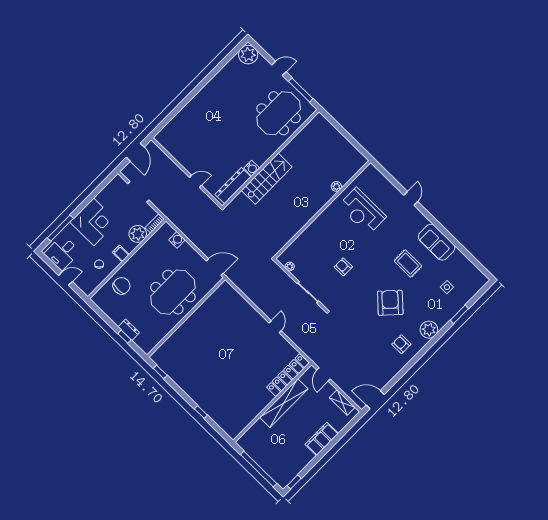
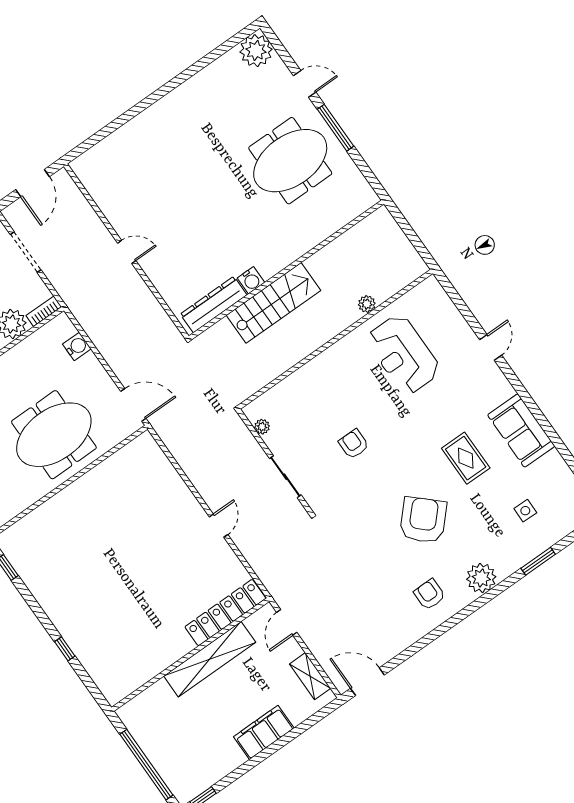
wall: (271, 159) -> (286, 270), moved
water cooler: (252, 168) -> (251, 280), moved
stairs: (267, 179) -> (274, 303), moved
dresser: (233, 186) -> (214, 305), moved

